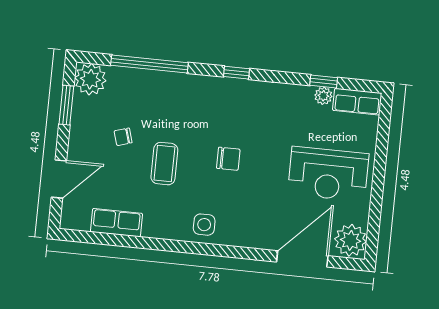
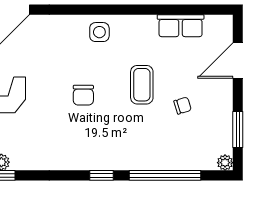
window: (236, 73) -> (101, 175), moved
plant: (90, 79) -> (225, 163), width x0.53, depth x0.53
chair: (228, 159) -> (83, 95), turned -90

